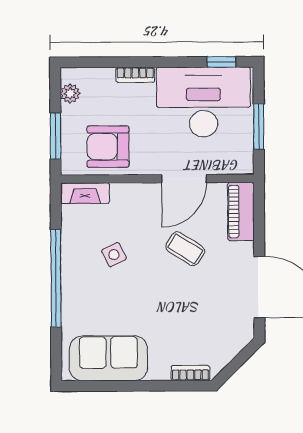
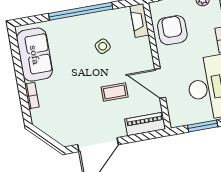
coffee table: (185, 249) -> (115, 92), turned 58
bookcase: (191, 373) -> (32, 96), moved

